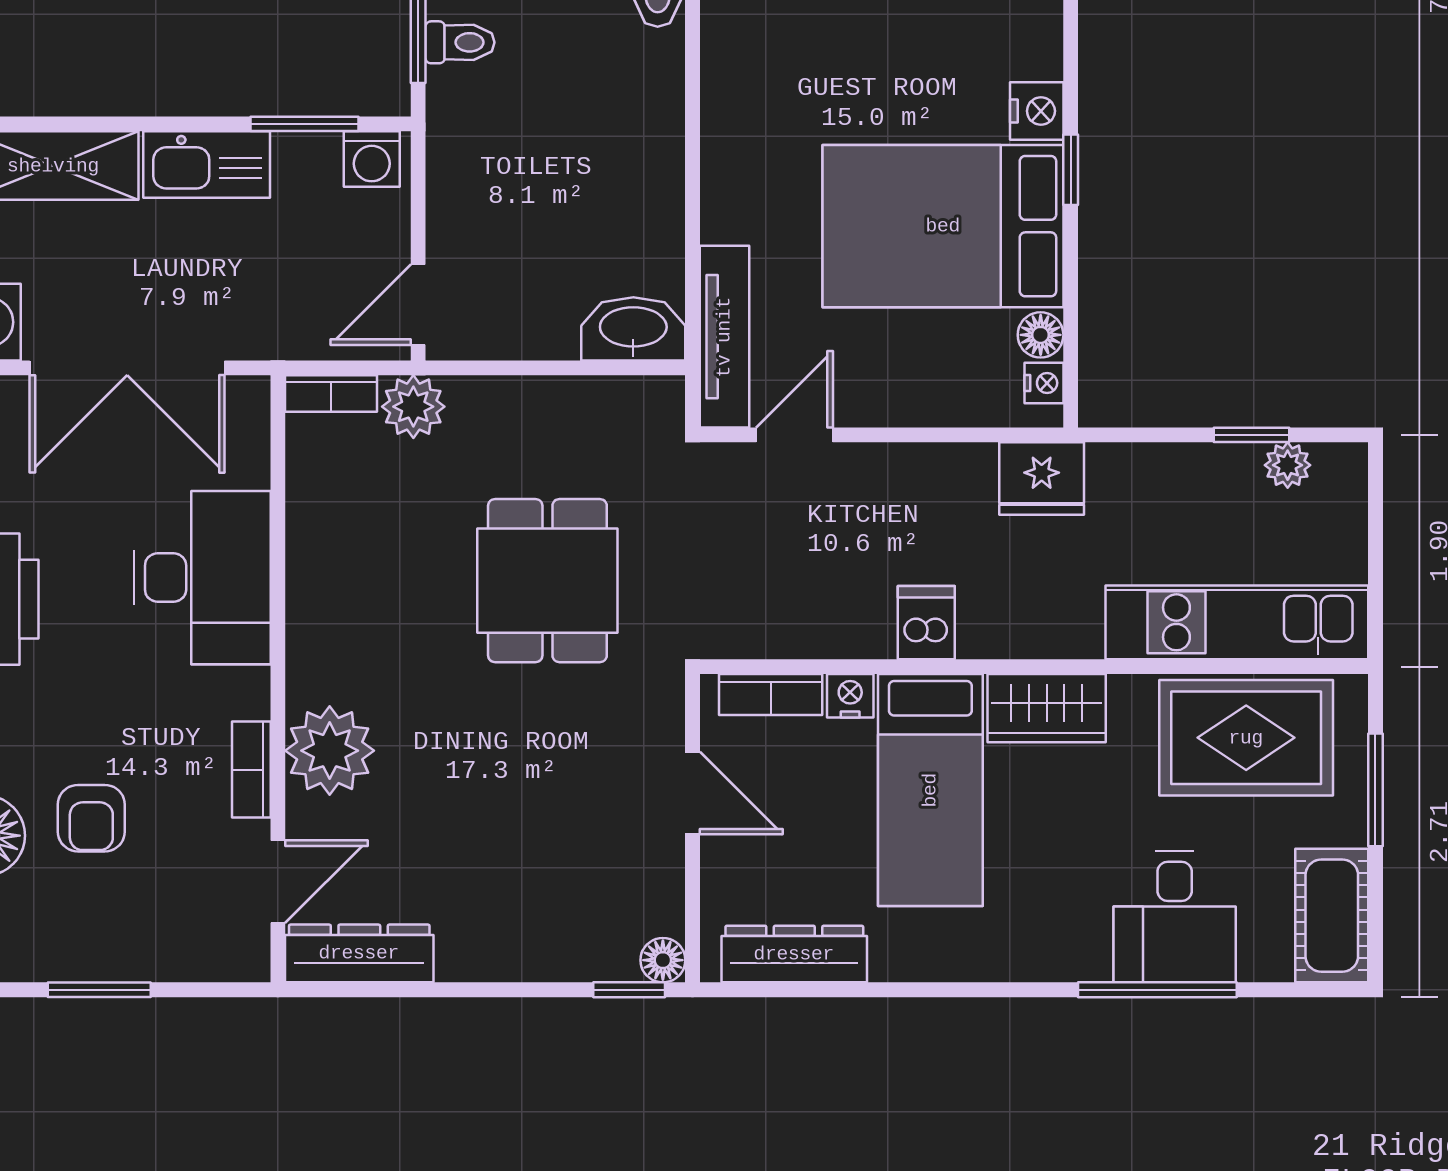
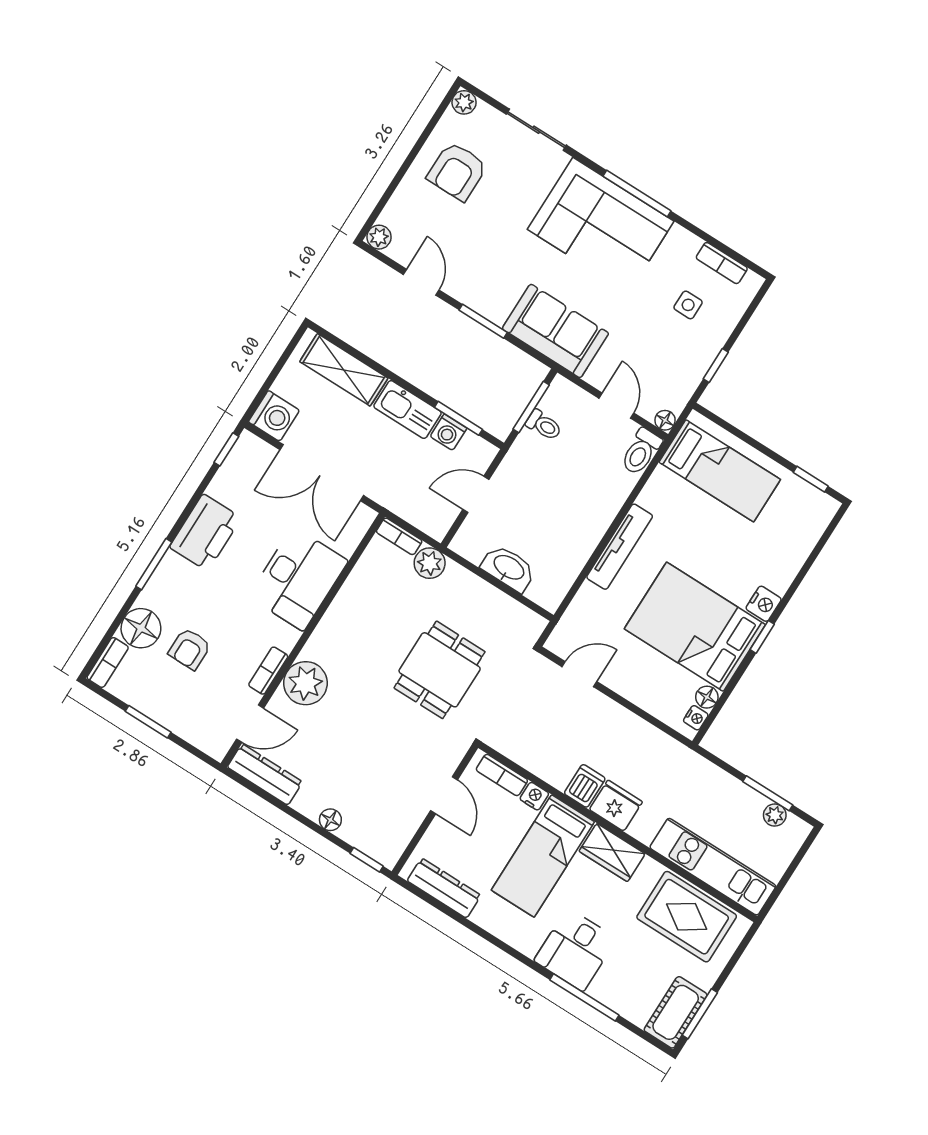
washing machine: (372, 159) -> (448, 432), moved
door: (418, 305) -> (476, 494), moved
washbasin: (633, 329) -> (508, 568), moved
tv unit: (724, 337) -> (620, 547), moved
window: (1251, 435) -> (768, 793), width x1.50
fridge: (1042, 479) -> (616, 806), moved, turned 180
window: (1375, 790) -> (700, 1014), moved
desk: (1175, 917) -> (575, 950), moved
floor lamp: (663, 960) -> (330, 820), moved

